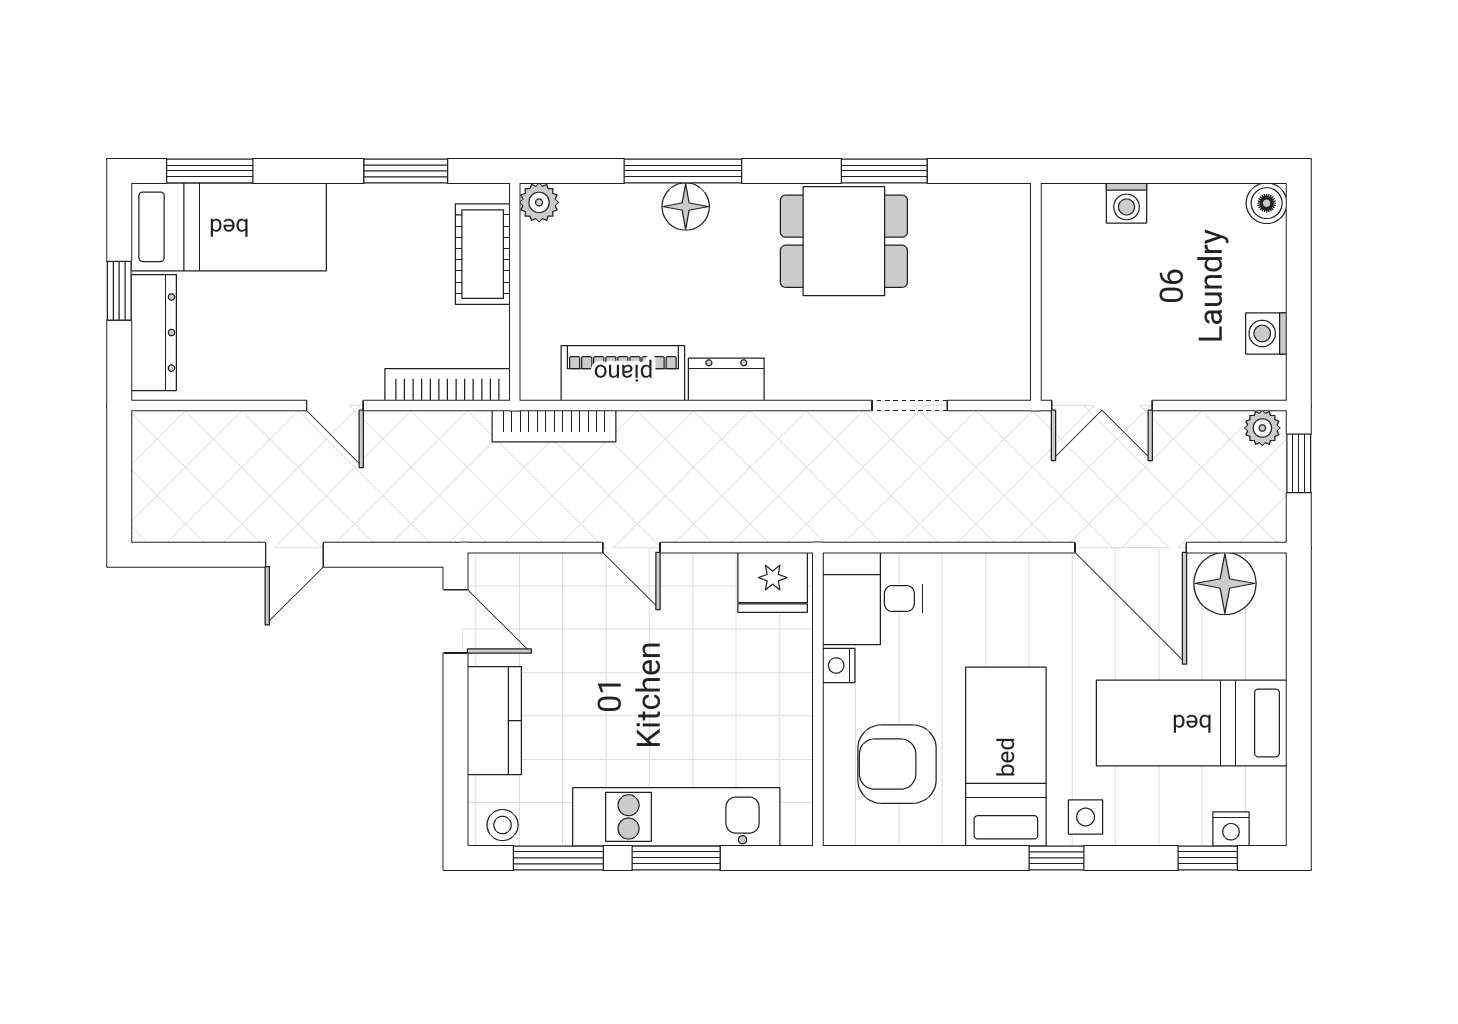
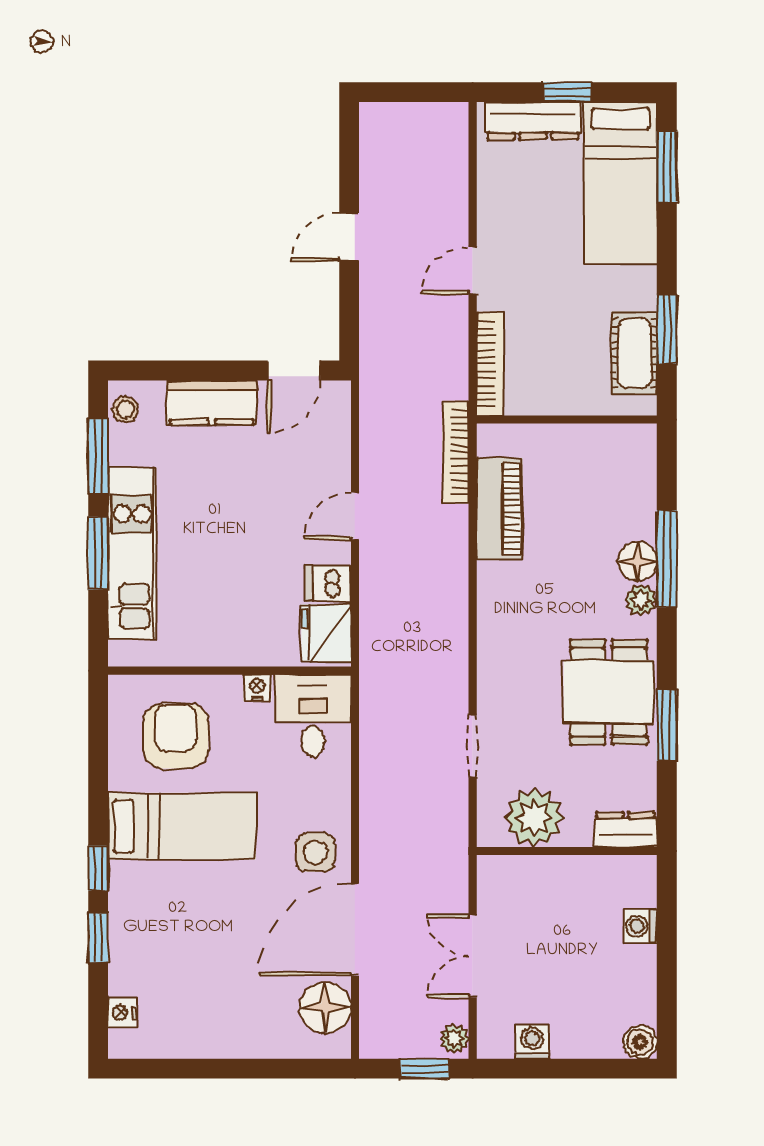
plant: (539, 202) -> (641, 600), moved
cot: (483, 254) -> (634, 353), moved, turned 90
plant: (995, 331) -> (534, 818), added
dresser: (726, 379) -> (626, 829), moved, turned -90
double door: (1102, 405) -> (473, 956), moved
door: (294, 555) -> (349, 237), hinge flipped
dishwasher: (712, 580) -> (328, 583), added
bed: (1192, 723) -> (210, 980), removed
side table: (1086, 817) -> (315, 852), moved, width x1.37, depth x1.37
window: (1208, 858) -> (98, 938), moved

